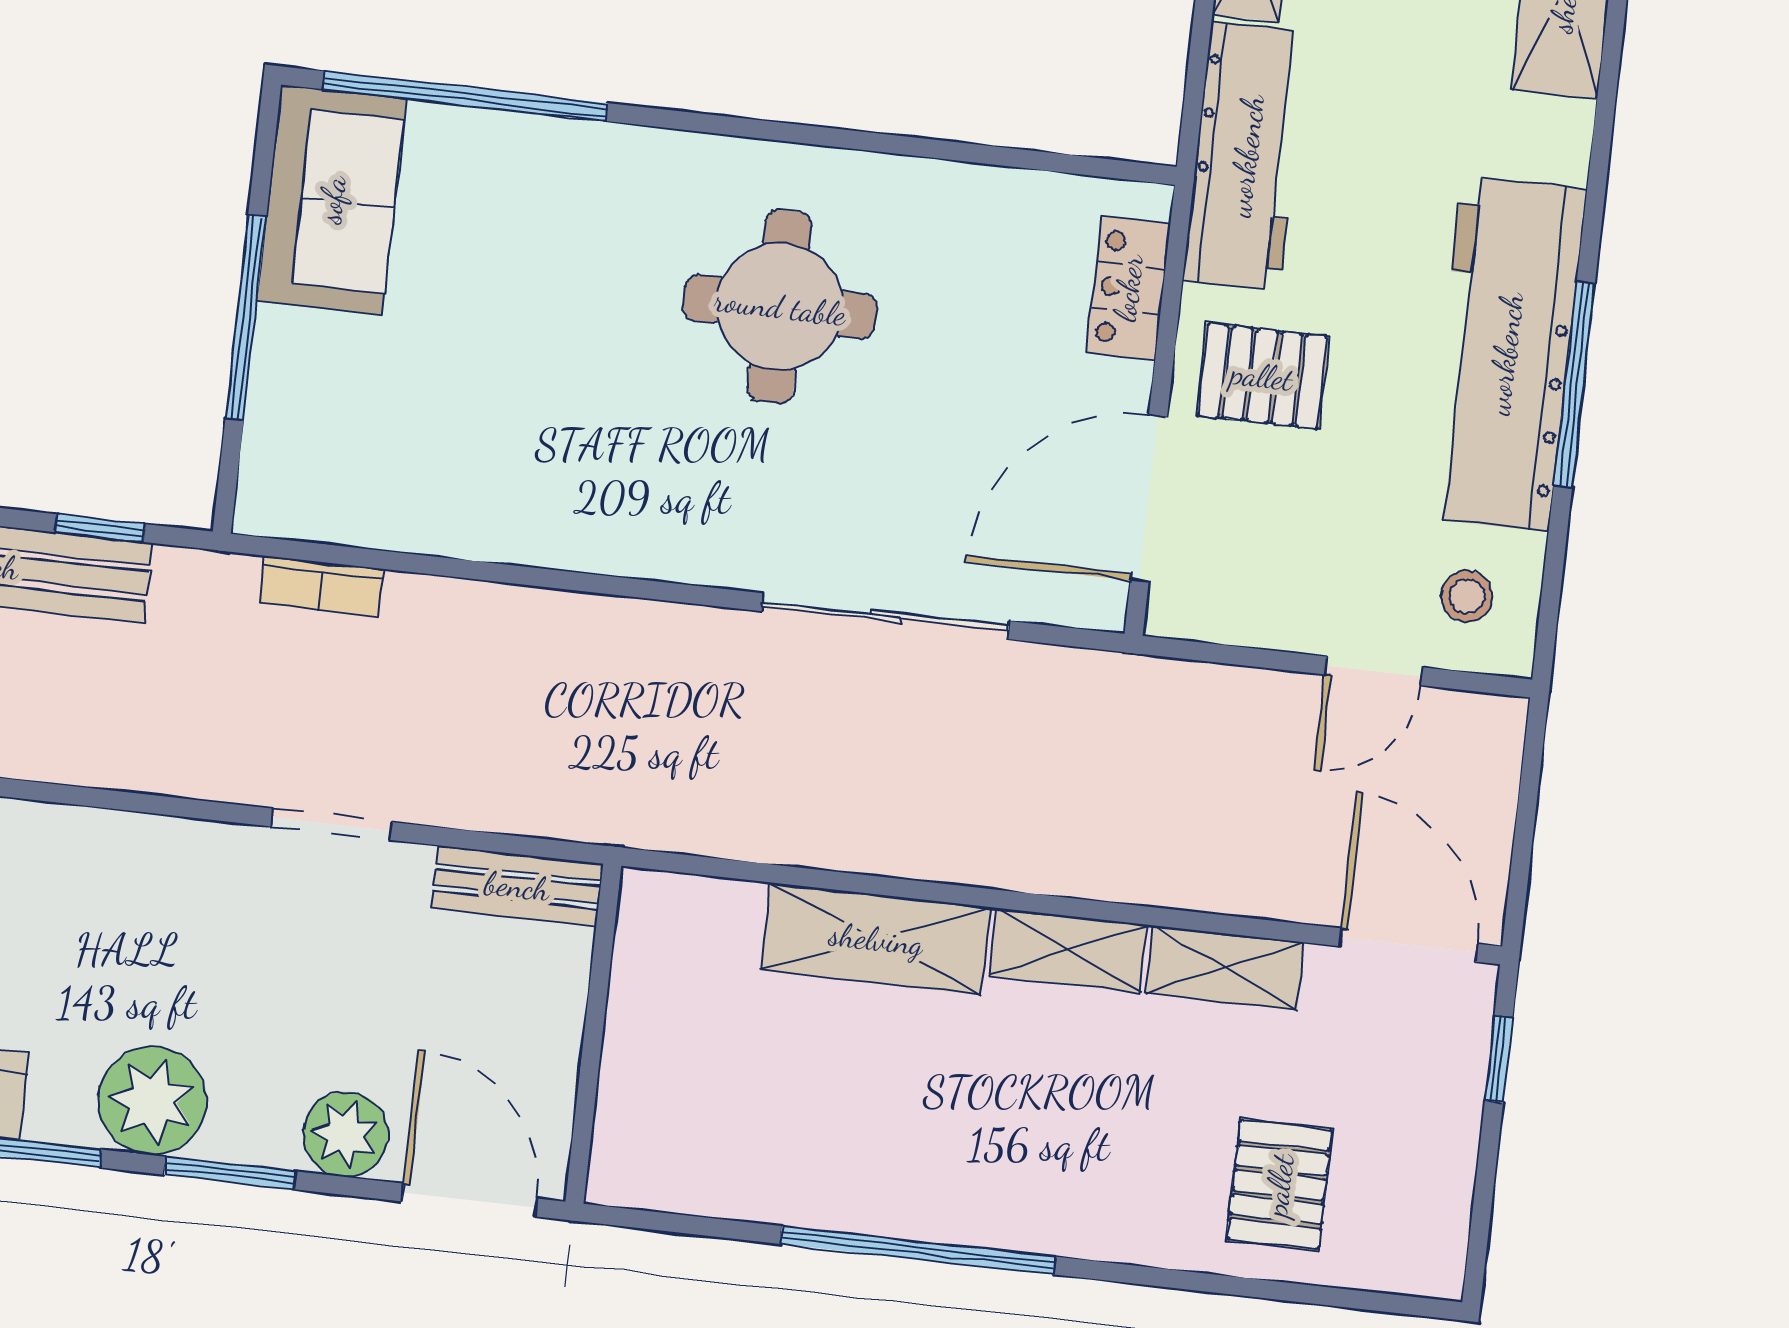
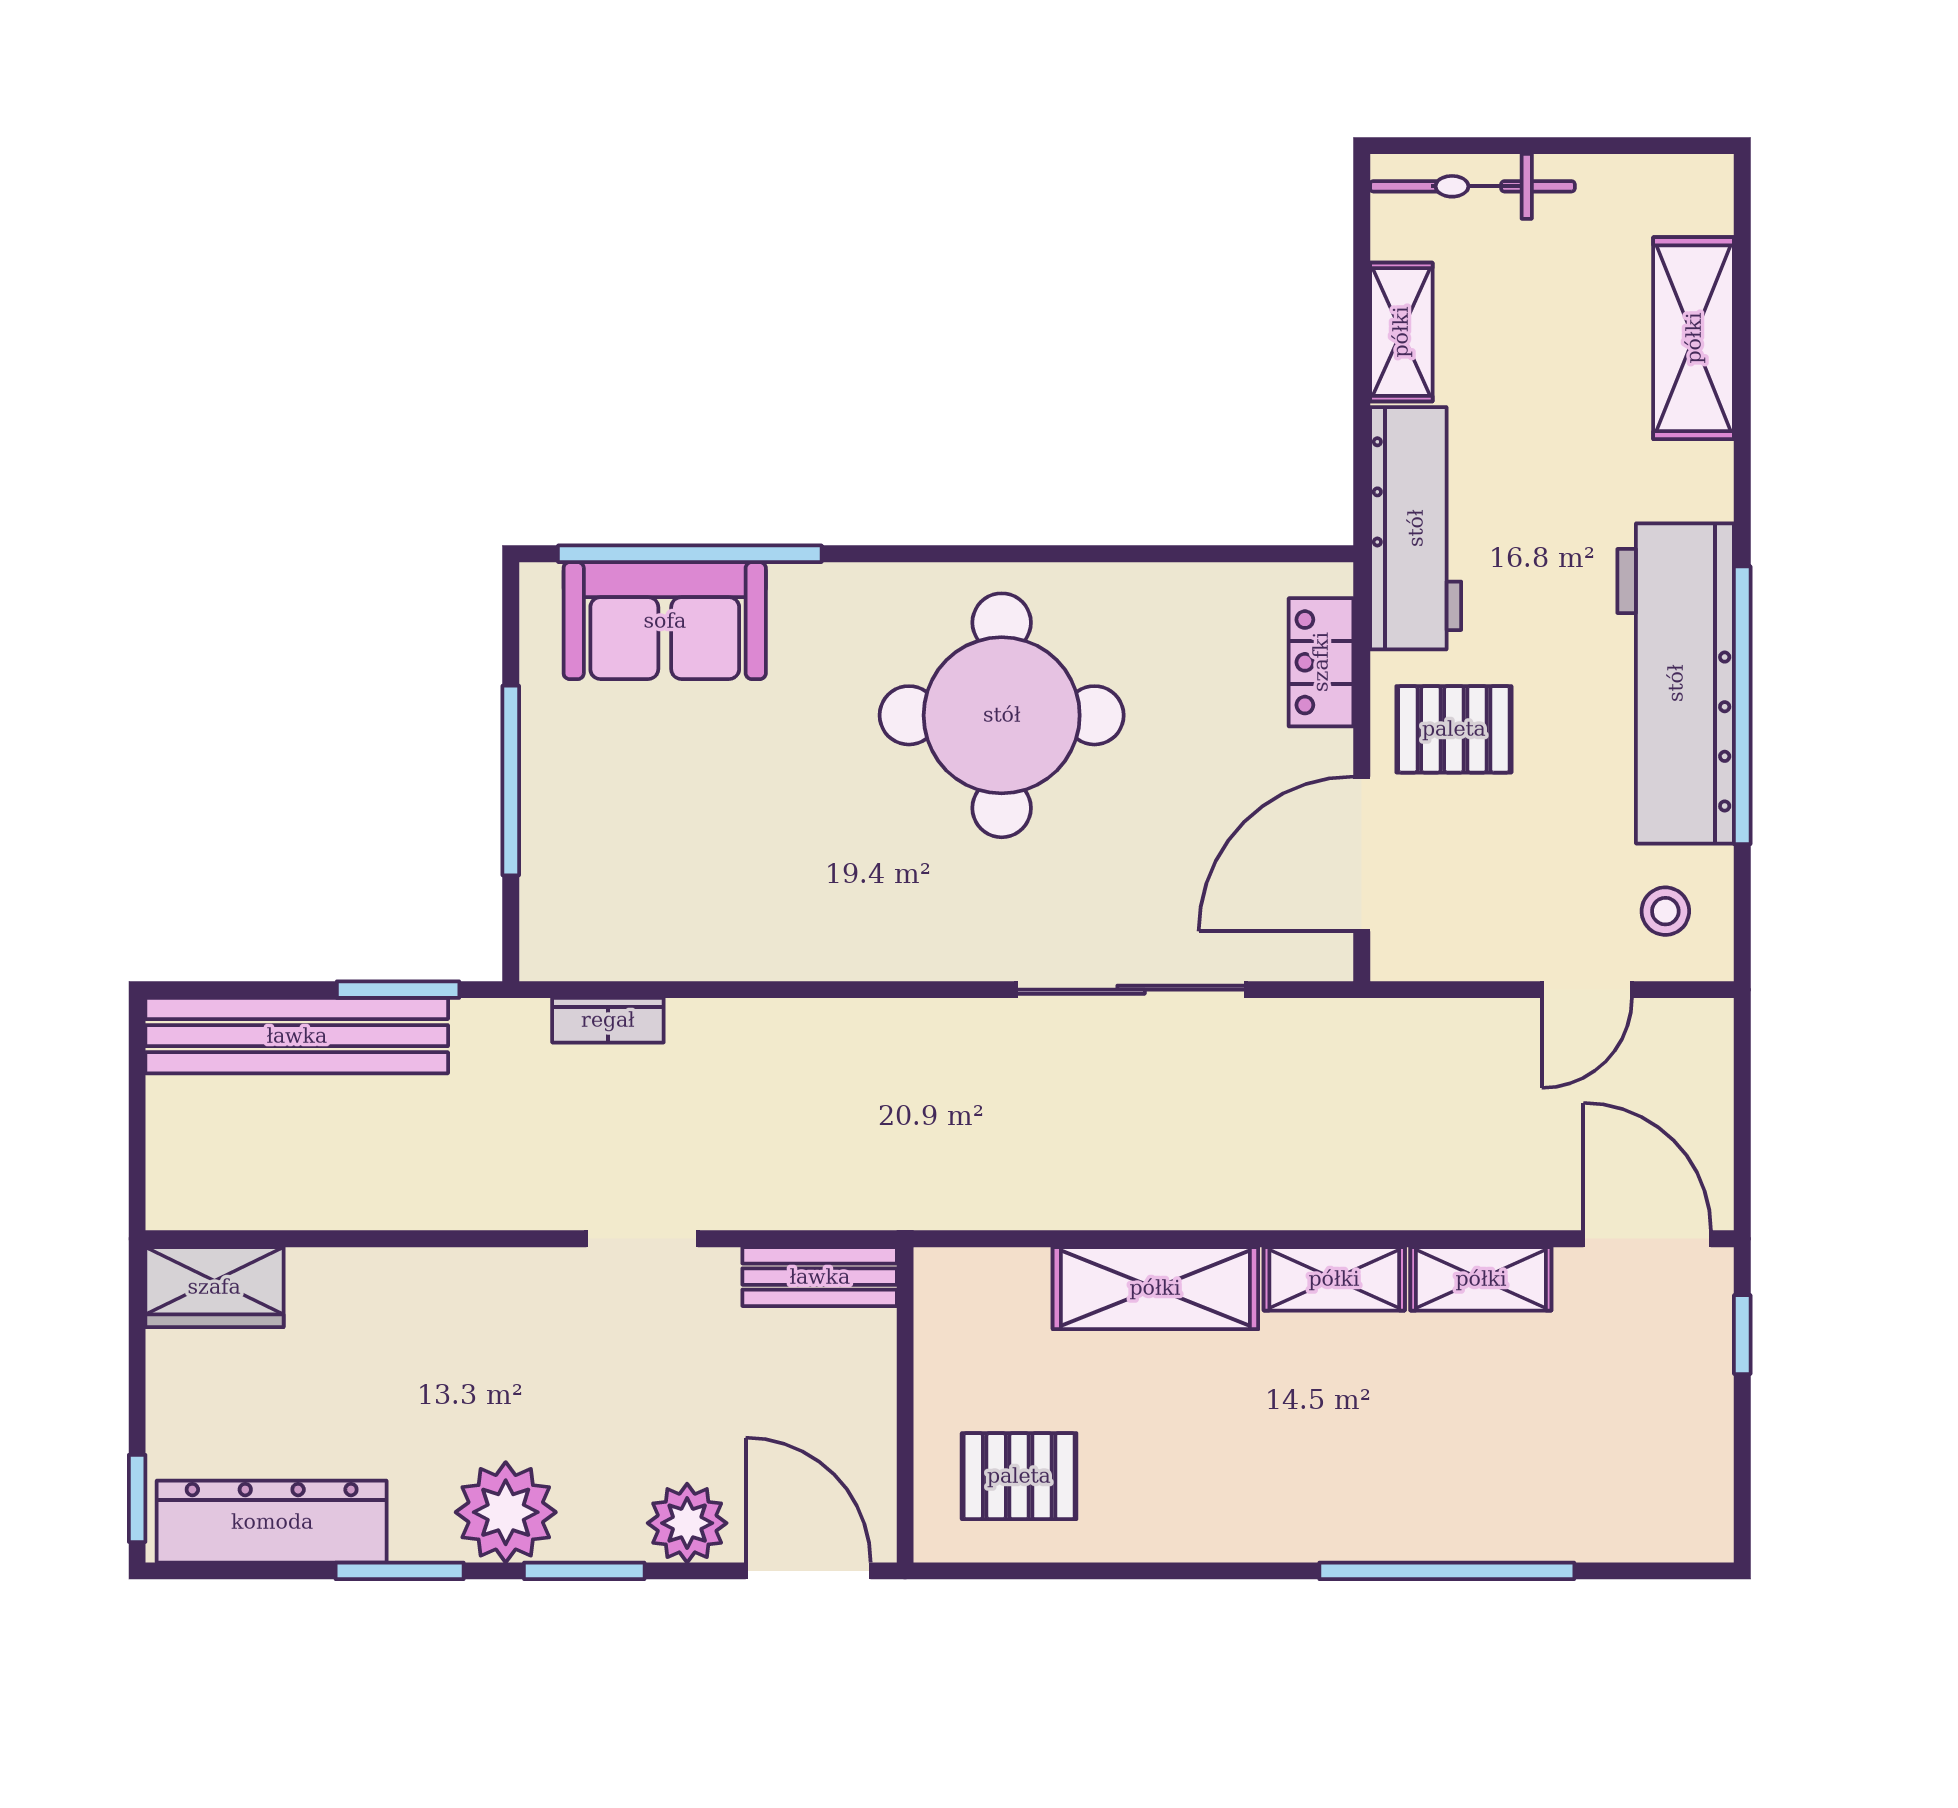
sofa: (332, 200) -> (665, 621), moved, turned 90
round table: (780, 307) -> (1002, 715), width x1.36, depth x1.36
window: (1574, 385) -> (1742, 705), width x1.46
window: (100, 528) -> (398, 990), width x1.50
pallet: (1279, 1185) -> (1019, 1476), moved, turned 90
window: (918, 1250) -> (1447, 1571), moved

